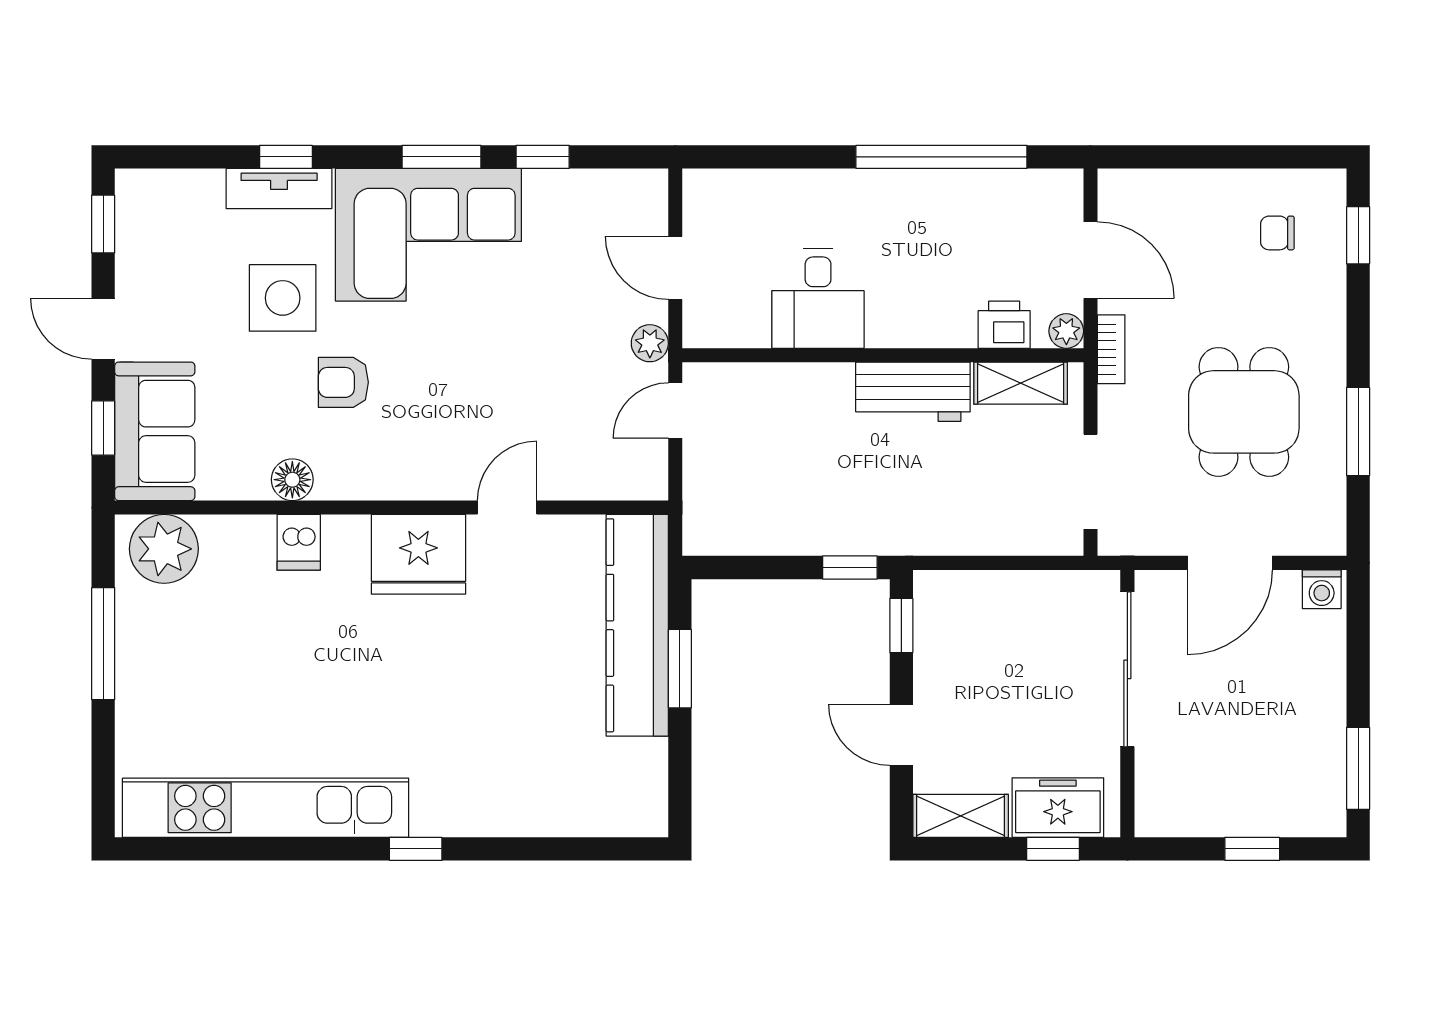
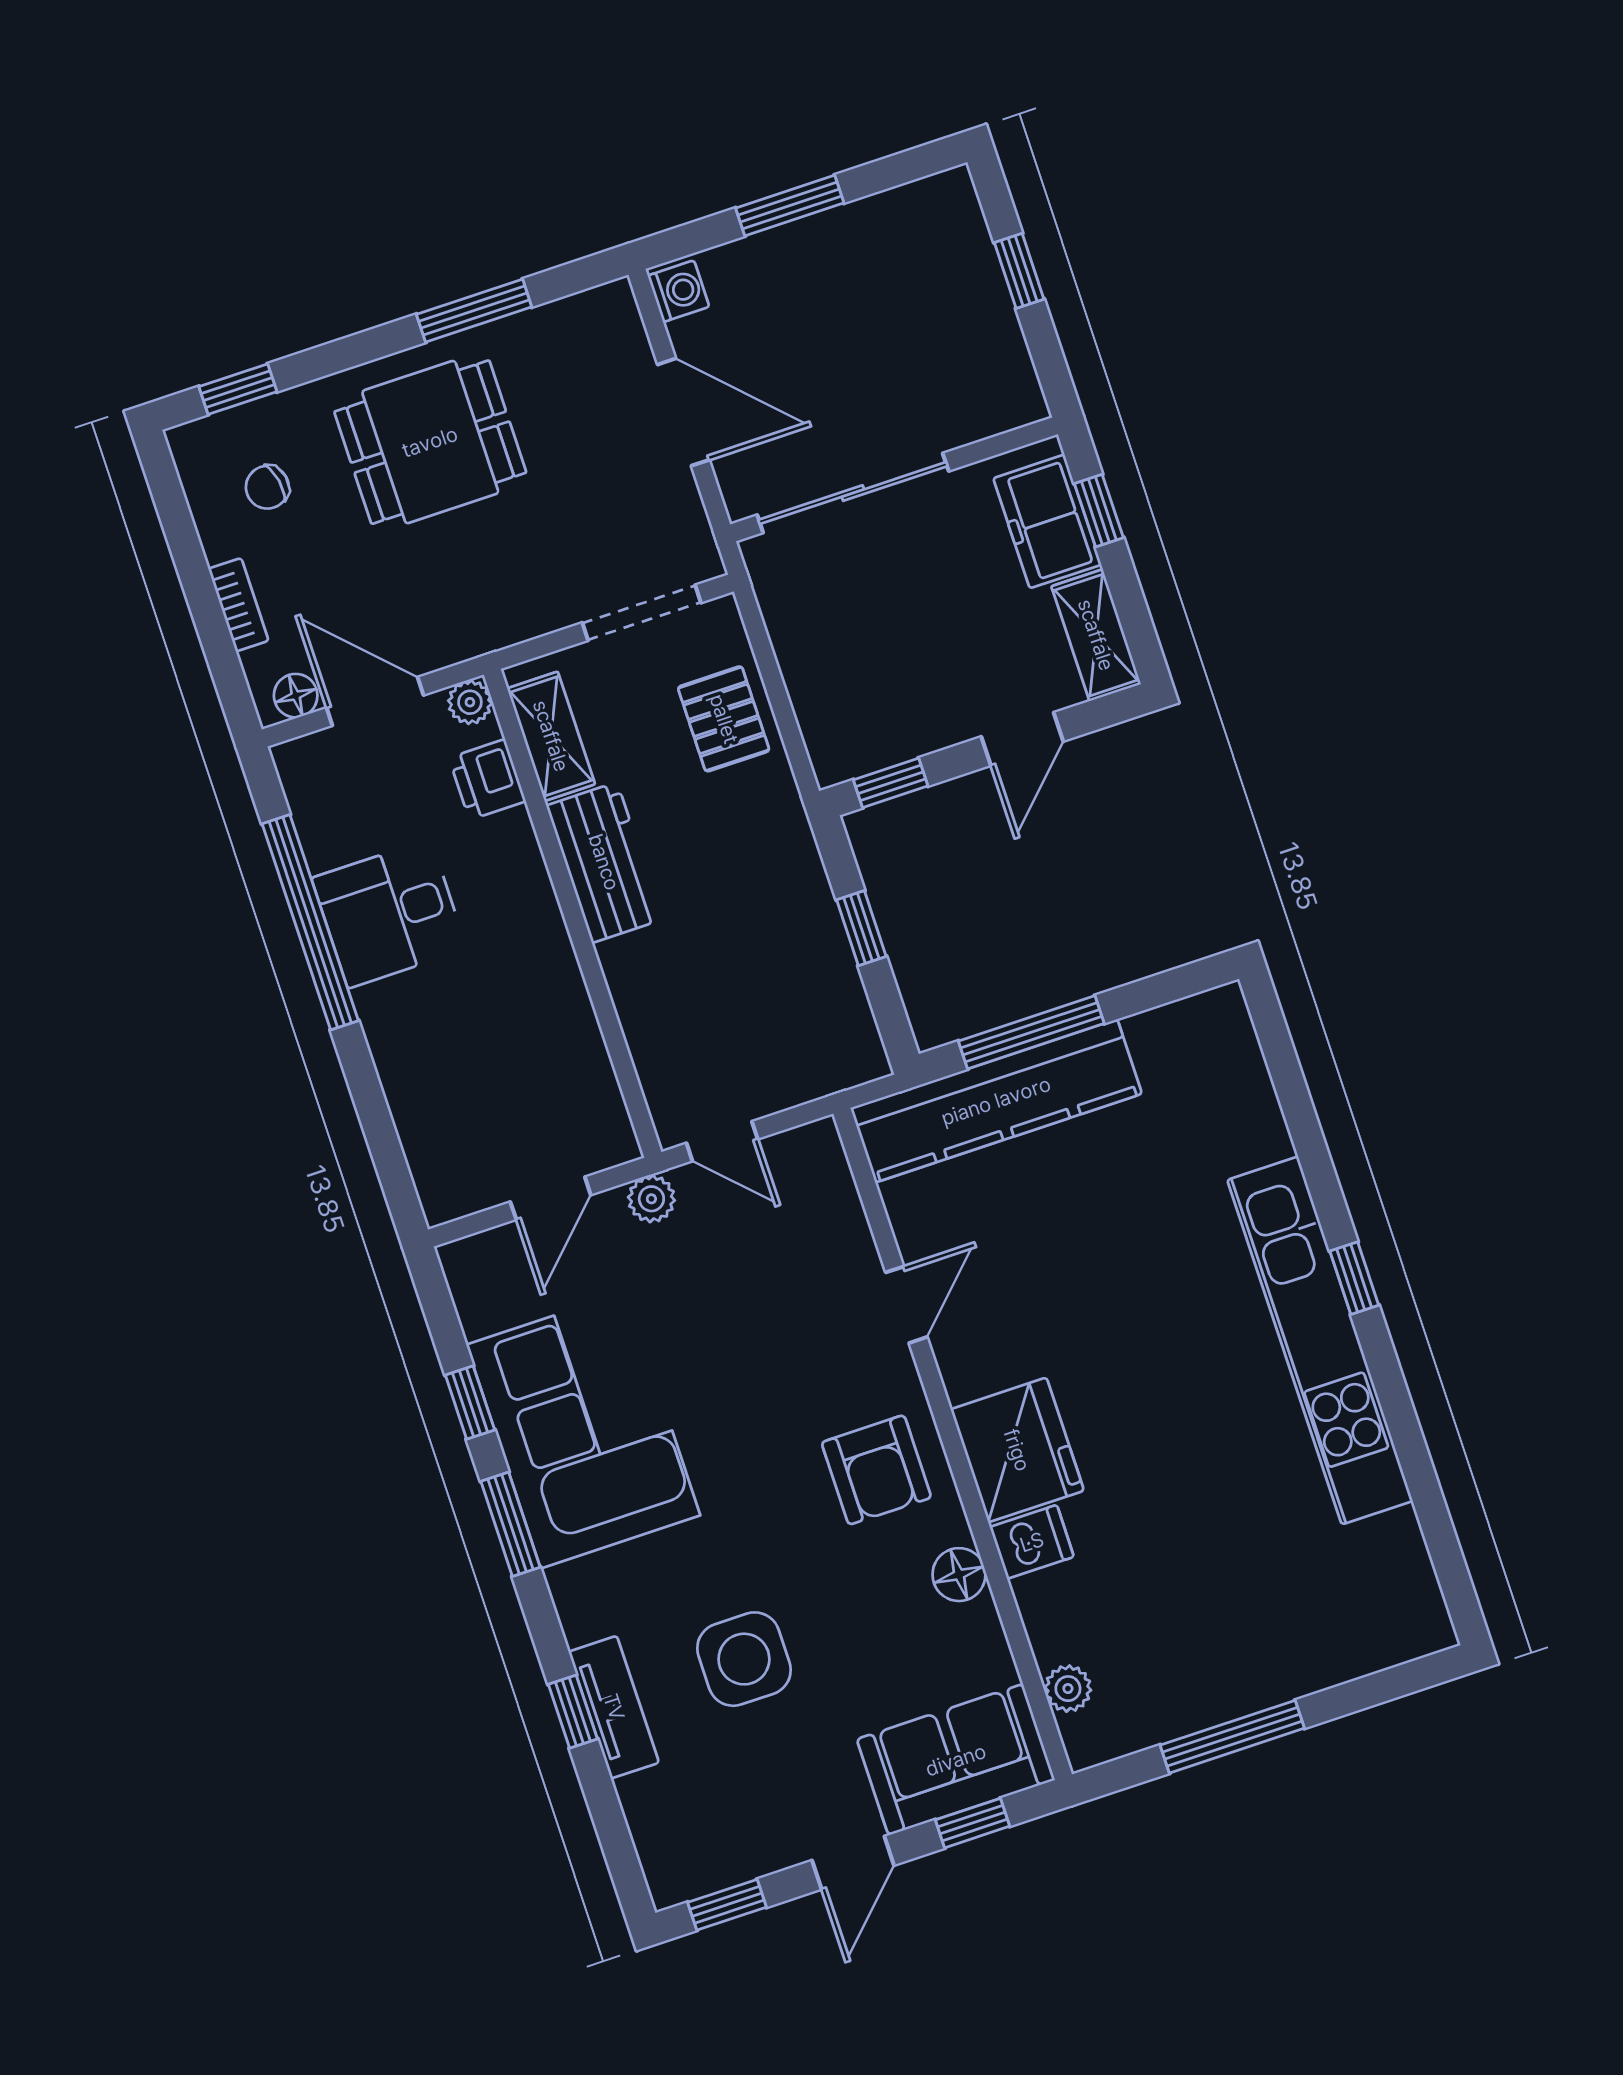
floor lamp: (1115, 202) -> (296, 696), added
chair: (1277, 233) -> (267, 487), turned 79
corner sofa: (428, 235) -> (583, 1430), moved
door: (1090, 260) -> (375, 701), hinge flipped
desk: (818, 299) -> (389, 914), moved, turned 180
bookcase: (1111, 349) -> (238, 605), moved, turned 90
armchair: (343, 382) -> (876, 1470), moved, width x1.38, depth x1.38
dining table: (1244, 412) -> (430, 442), moved
door: (507, 507) -> (906, 1305), swing flipped
pallet: (991, 517) -> (724, 719), added
plant: (164, 549) -> (1068, 1689), width x0.53, depth x0.53
fridge: (418, 554) -> (1017, 1450), moved
window: (850, 567) -> (861, 928), moved
window: (680, 669) -> (1031, 1032), width x1.44
window: (1358, 768) -> (790, 206), moved
kitchen unit: (266, 808) -> (1320, 1340), moved

